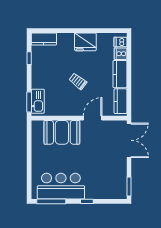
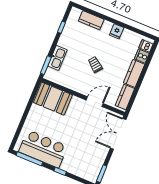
kitchen counter: (44, 39) -> (91, 20), moved
fridge: (85, 42) -> (117, 31), width x0.53, depth x0.75
kitchen sink: (38, 101) -> (57, 58), moved
booth: (62, 132) -> (53, 99), moved
double door: (129, 140) -> (118, 134), swing flipped

